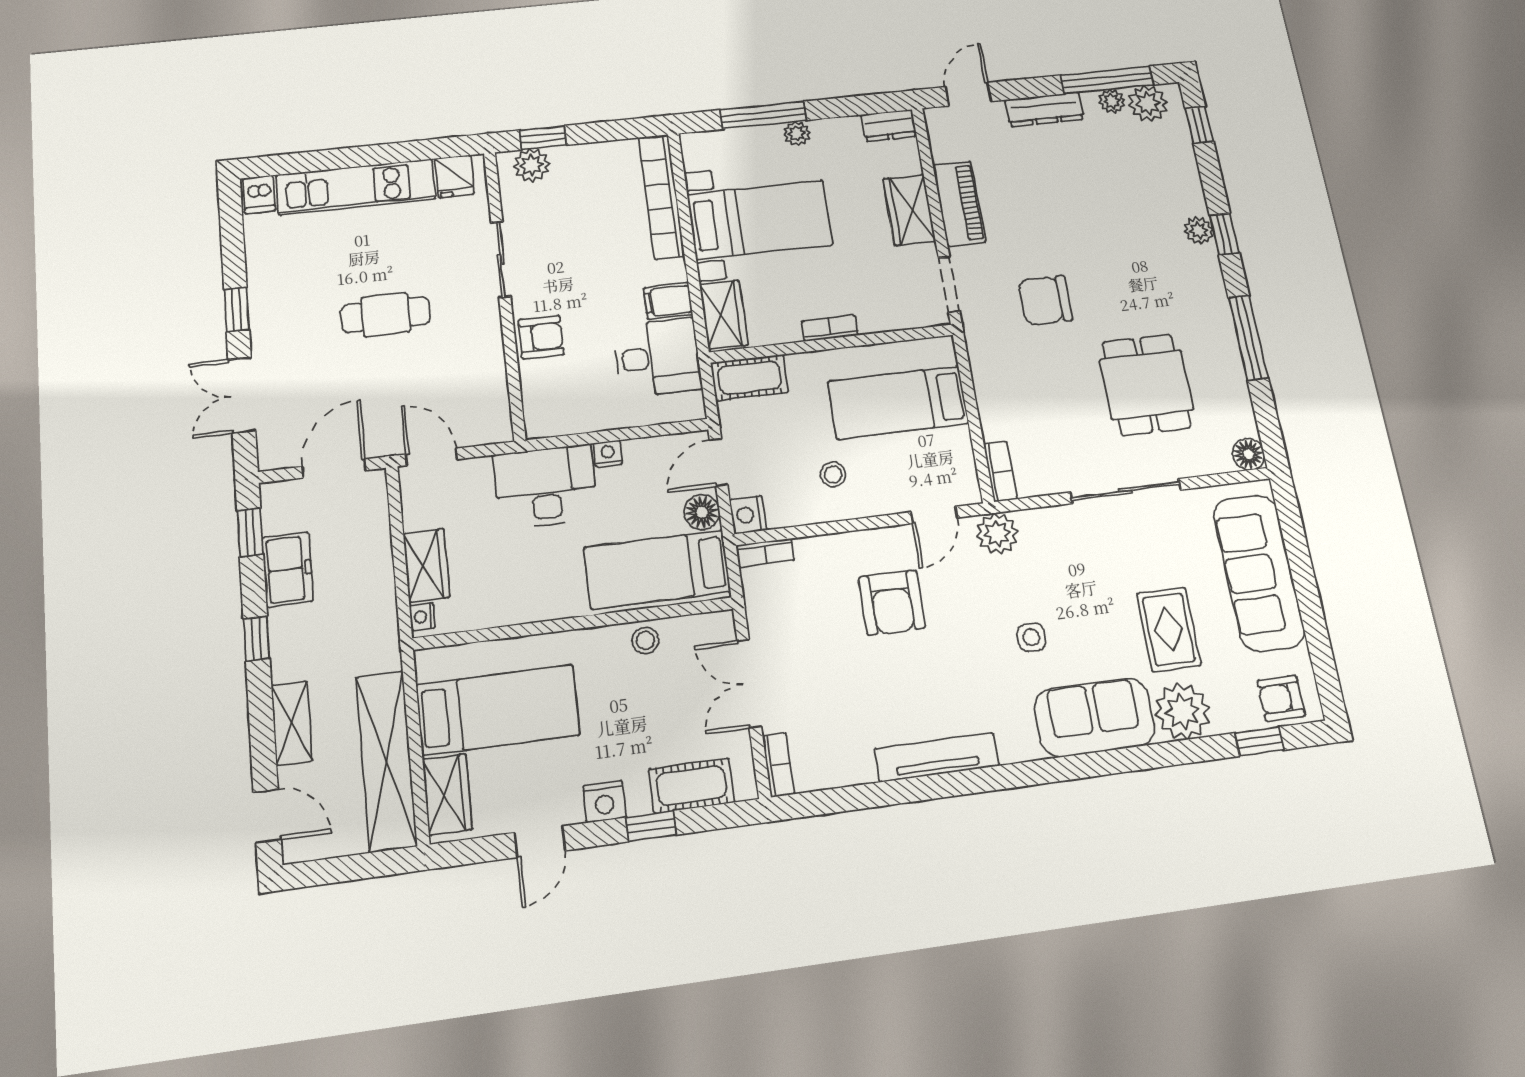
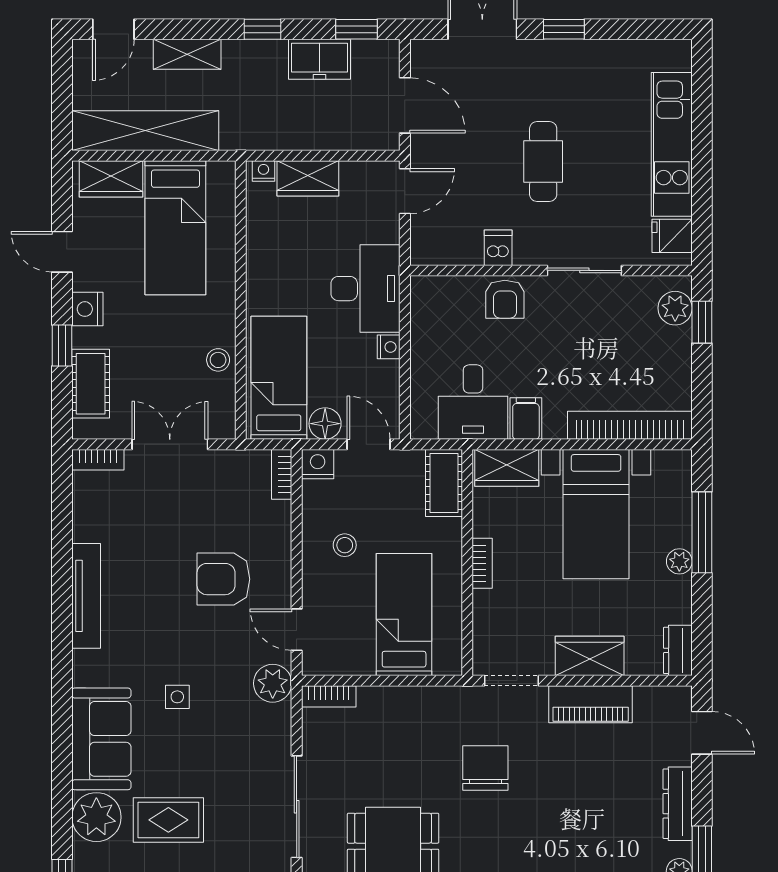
dishwasher: (259, 194) -> (498, 248), moved, turned 90

